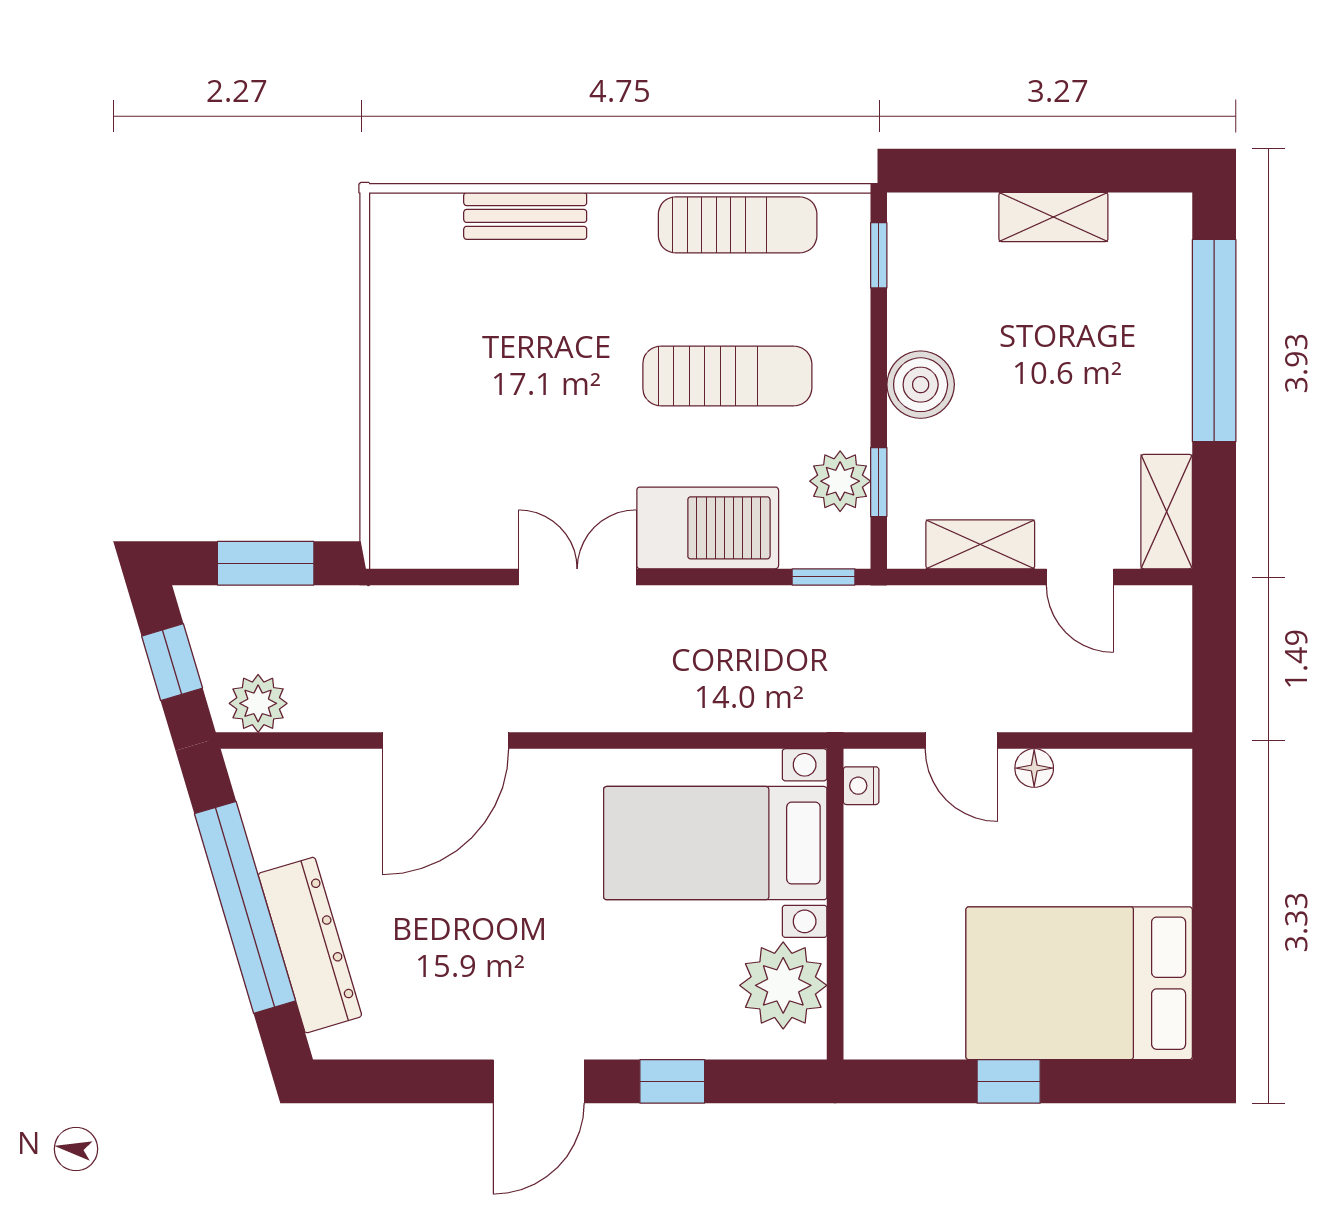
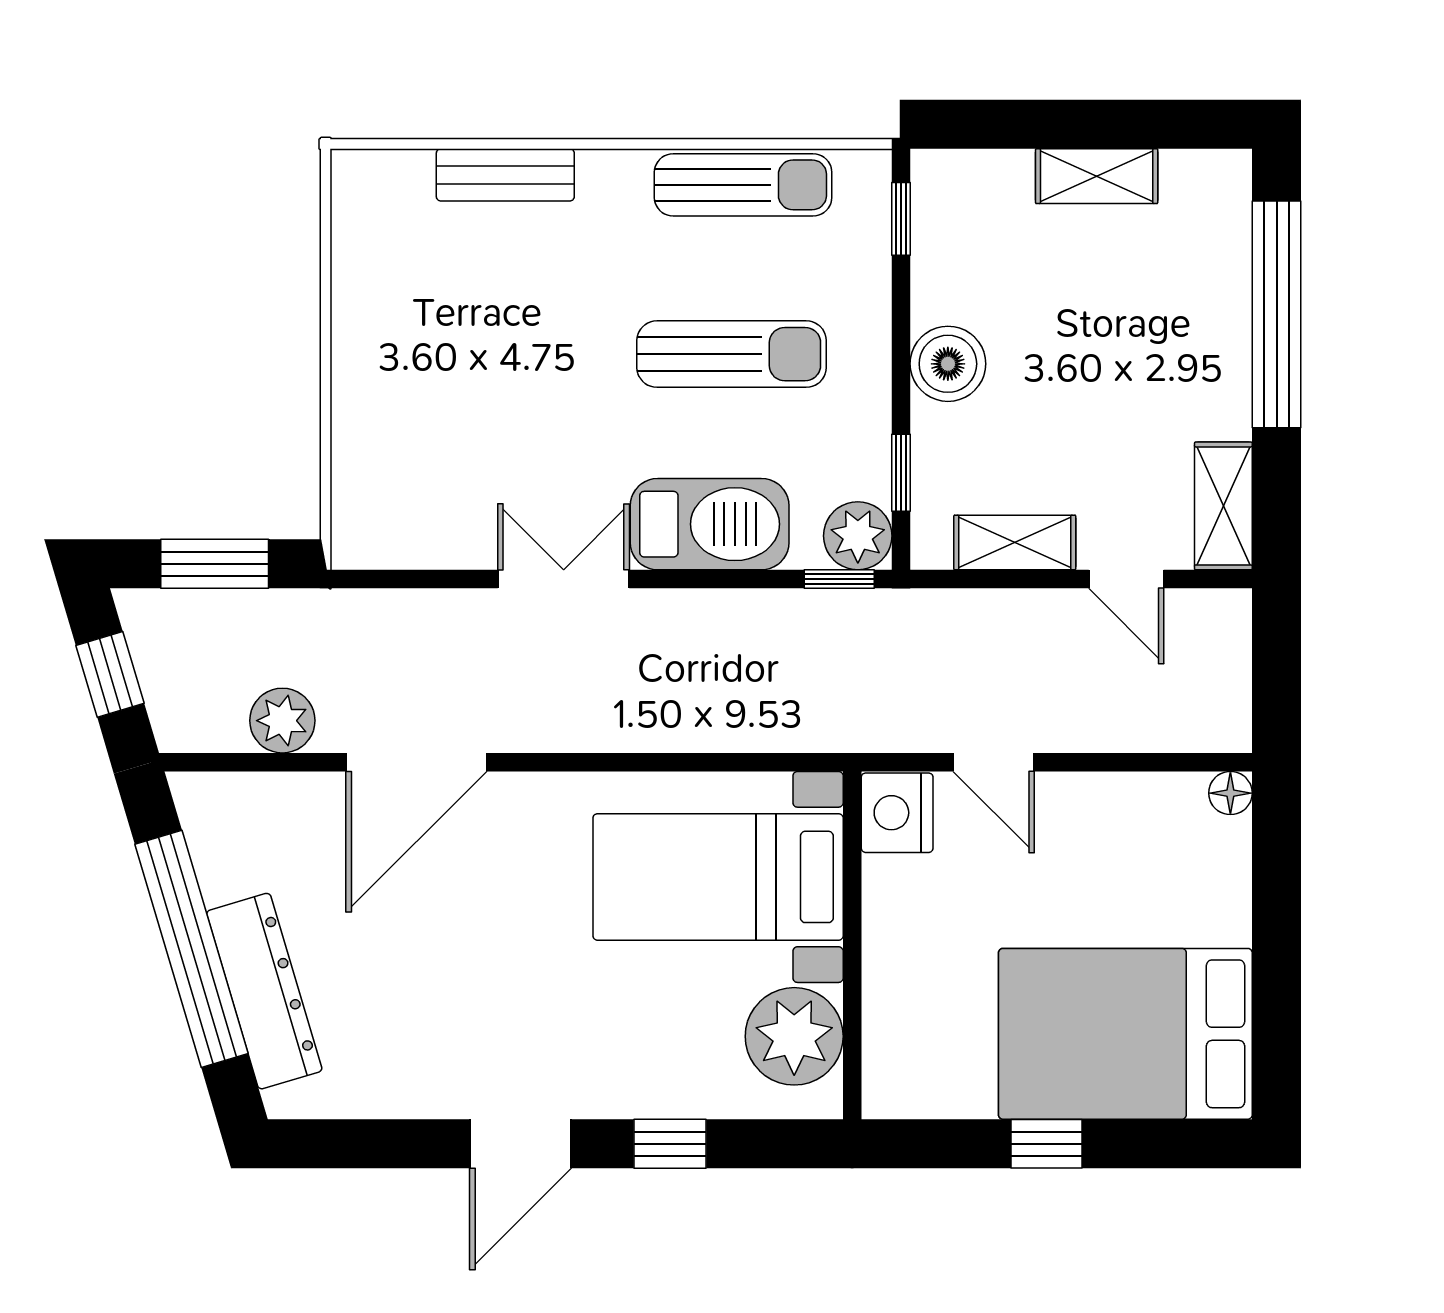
plant: (840, 481) -> (858, 536), moved
plant: (258, 703) -> (282, 721), moved
floor lamp: (1034, 768) -> (1230, 793), moved
nightstand: (861, 786) -> (897, 813), width x1.89, depth x1.79

